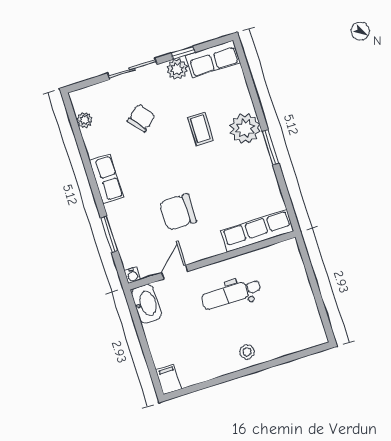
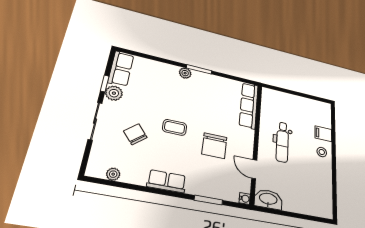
plant: (245, 128) -> (185, 73), width x0.53, depth x0.53
coffee table: (200, 129) -> (175, 127), moved
filing cabinet: (169, 379) -> (323, 134), moved

